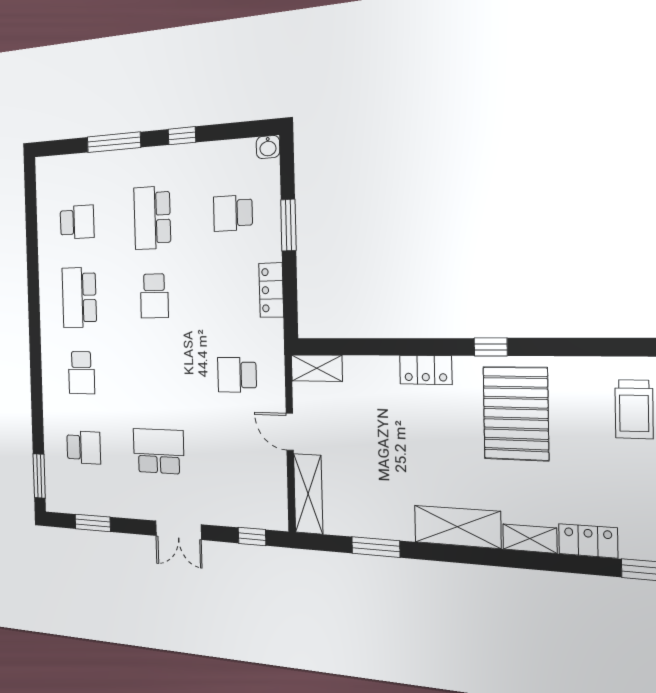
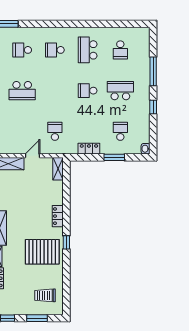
school desk: (79, 298) -> (88, 50), turned -90
school desk: (84, 447) -> (22, 50), turned 90
school desk: (159, 451) -> (22, 91), turned 90

